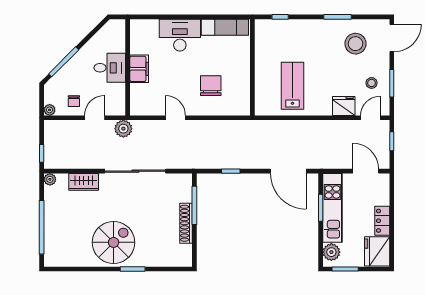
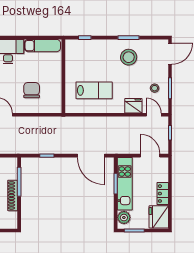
stool: (355, 44) -> (129, 57), moved
lab bench: (292, 86) -> (94, 90), turned 90
door: (370, 118) -> (154, 115), hinge flipped

